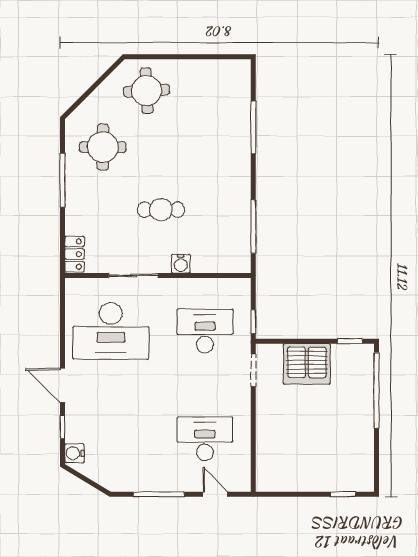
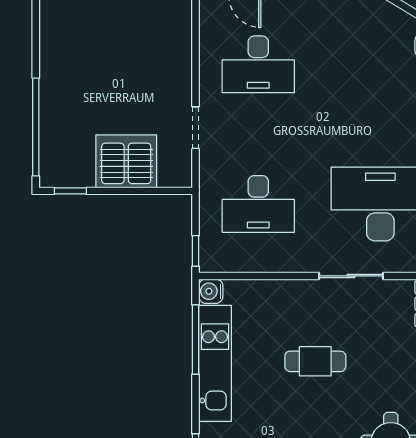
kitchen unit: (238, 208) -> (215, 363), added
water cooler: (181, 264) -> (211, 291), moved, turned -90
window: (253, 322) -> (196, 251), moved
doorway: (253, 370) -> (196, 128), moved

